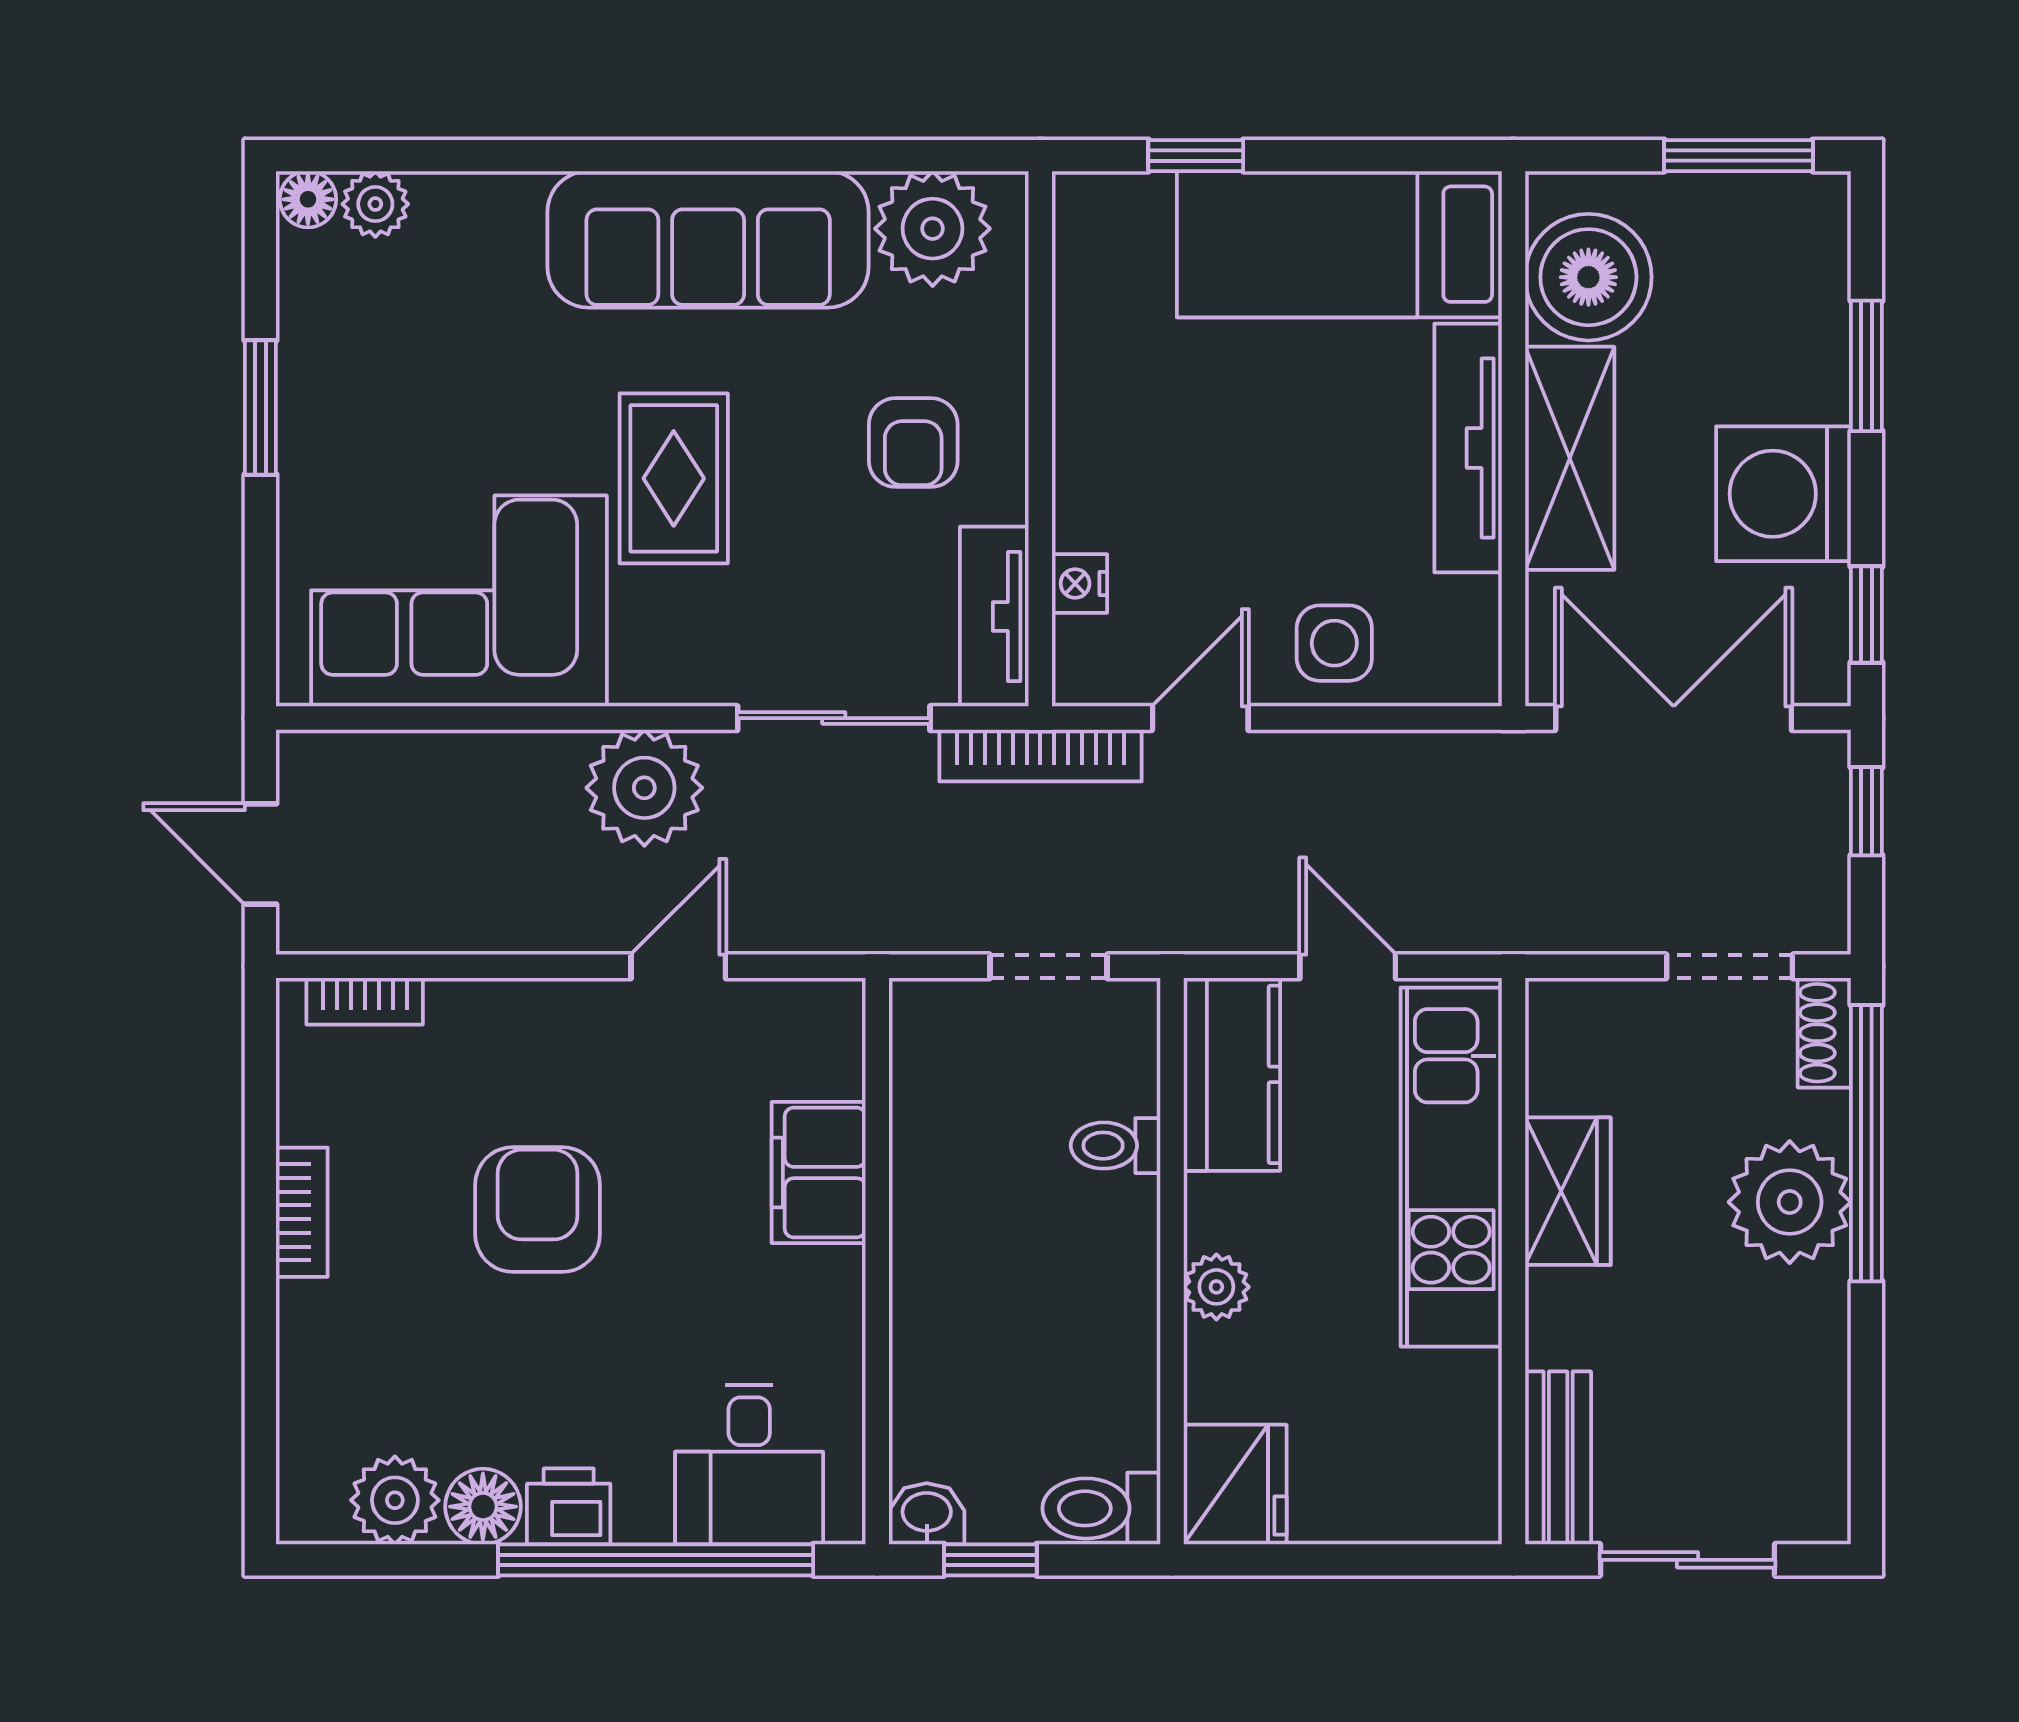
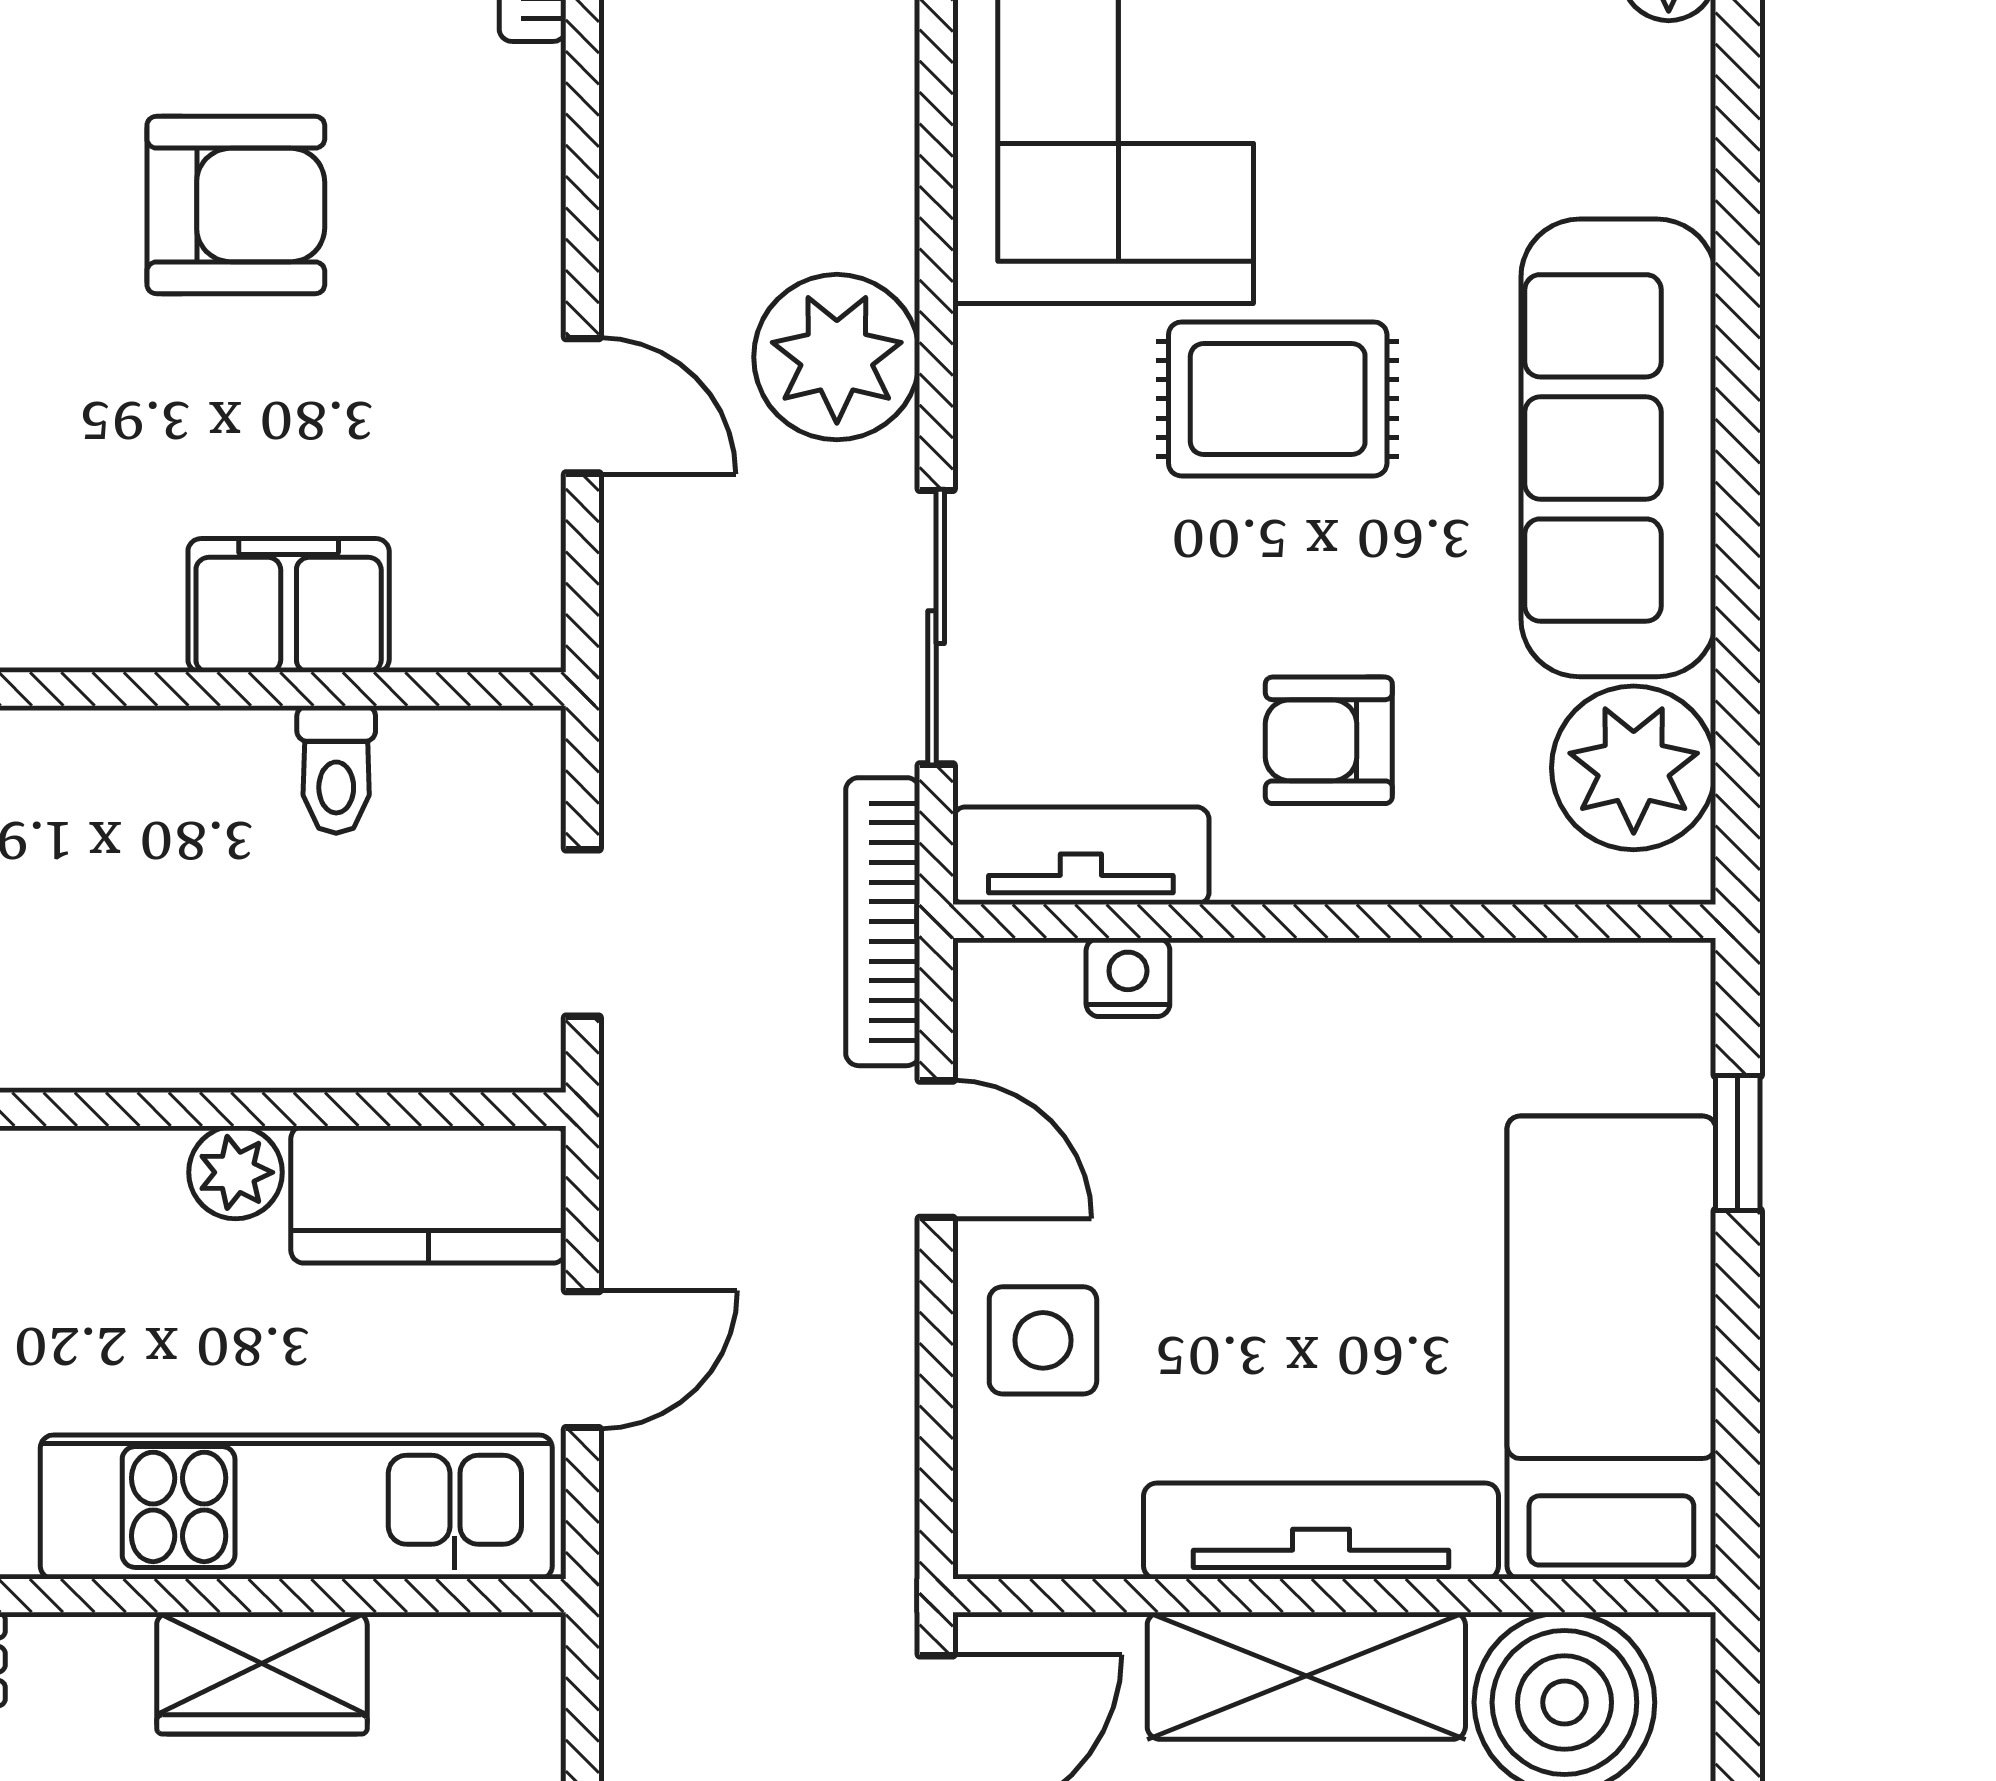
toilet: (1116, 1146) -> (336, 770), moved, turned 180
plant: (1216, 1287) -> (235, 1172), moved

